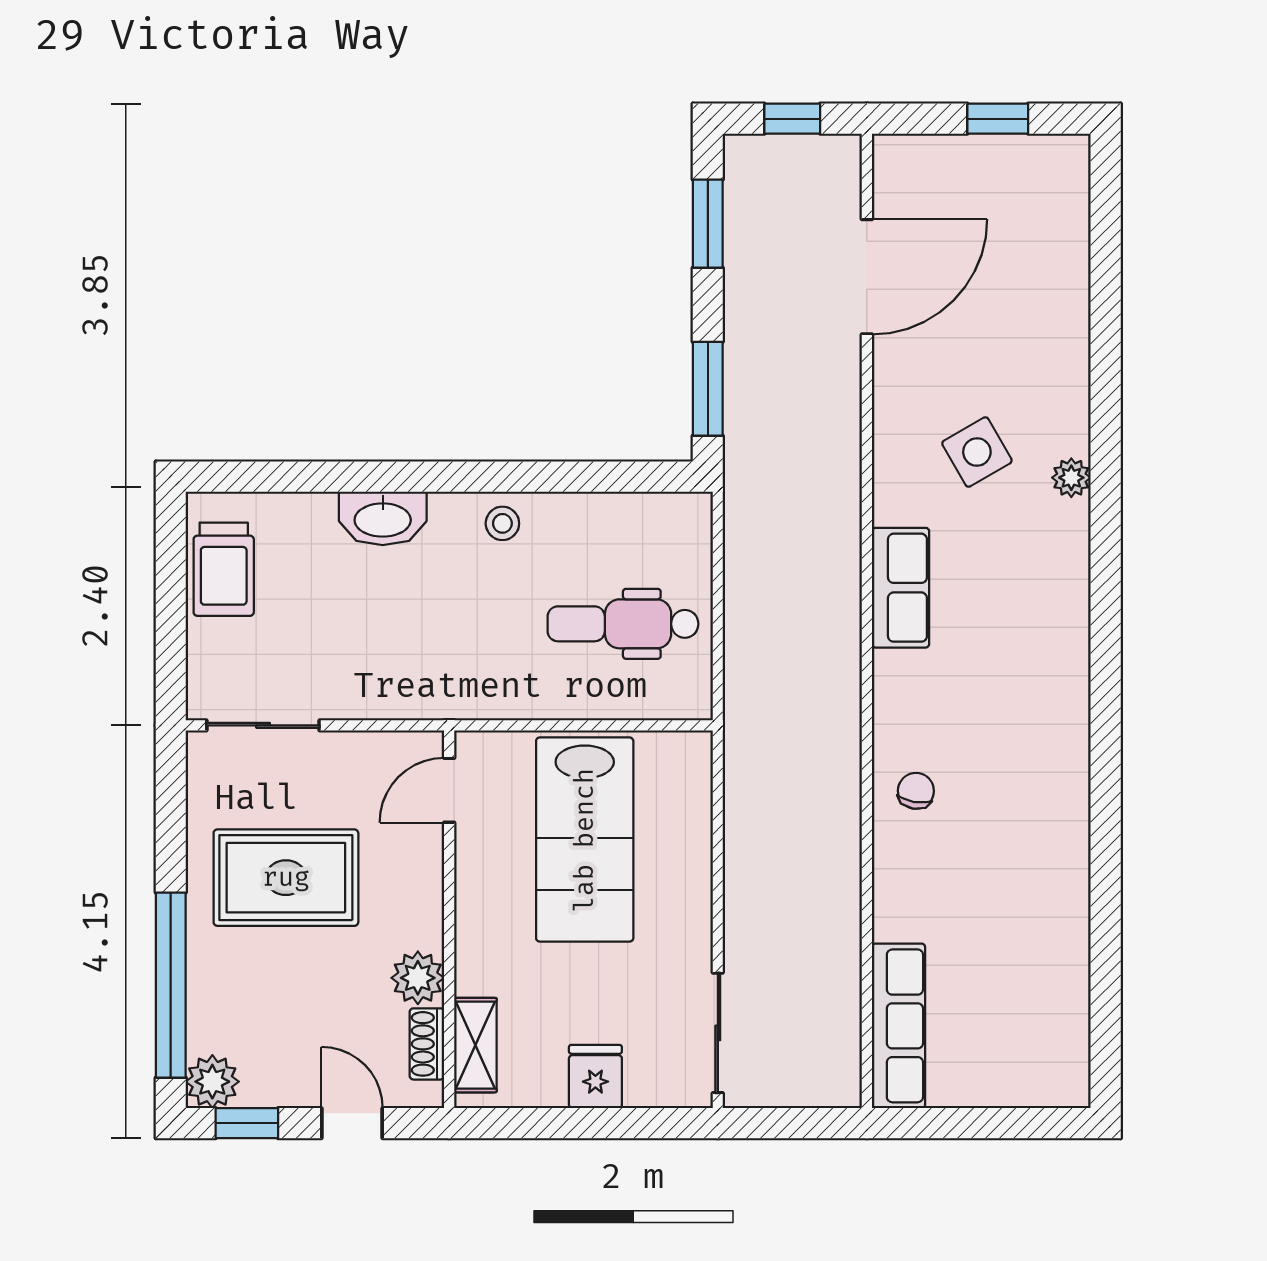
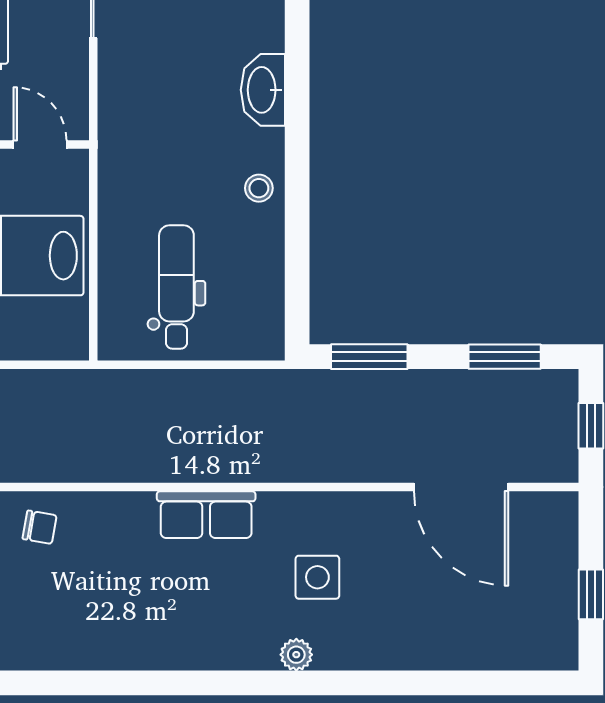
side table: (977, 452) -> (317, 577), turned 30

